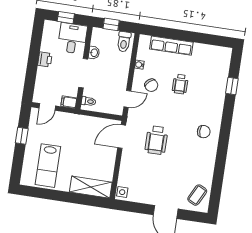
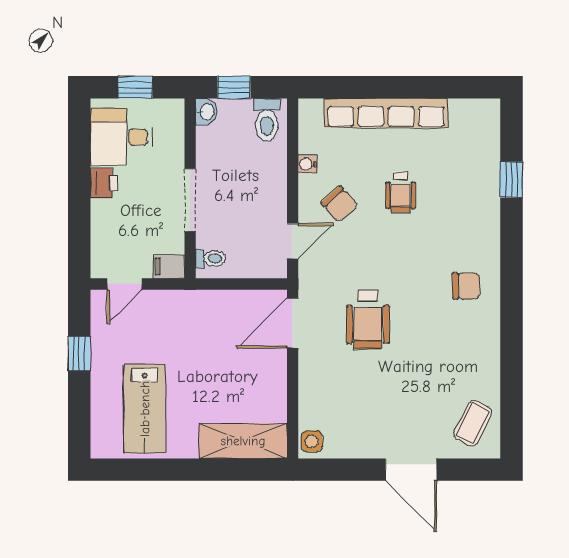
desk: (72, 38) -> (121, 137), moved, turned -90
row of seats: (171, 46) -> (386, 113), width x1.36
washbasin: (94, 53) -> (206, 112), moved

